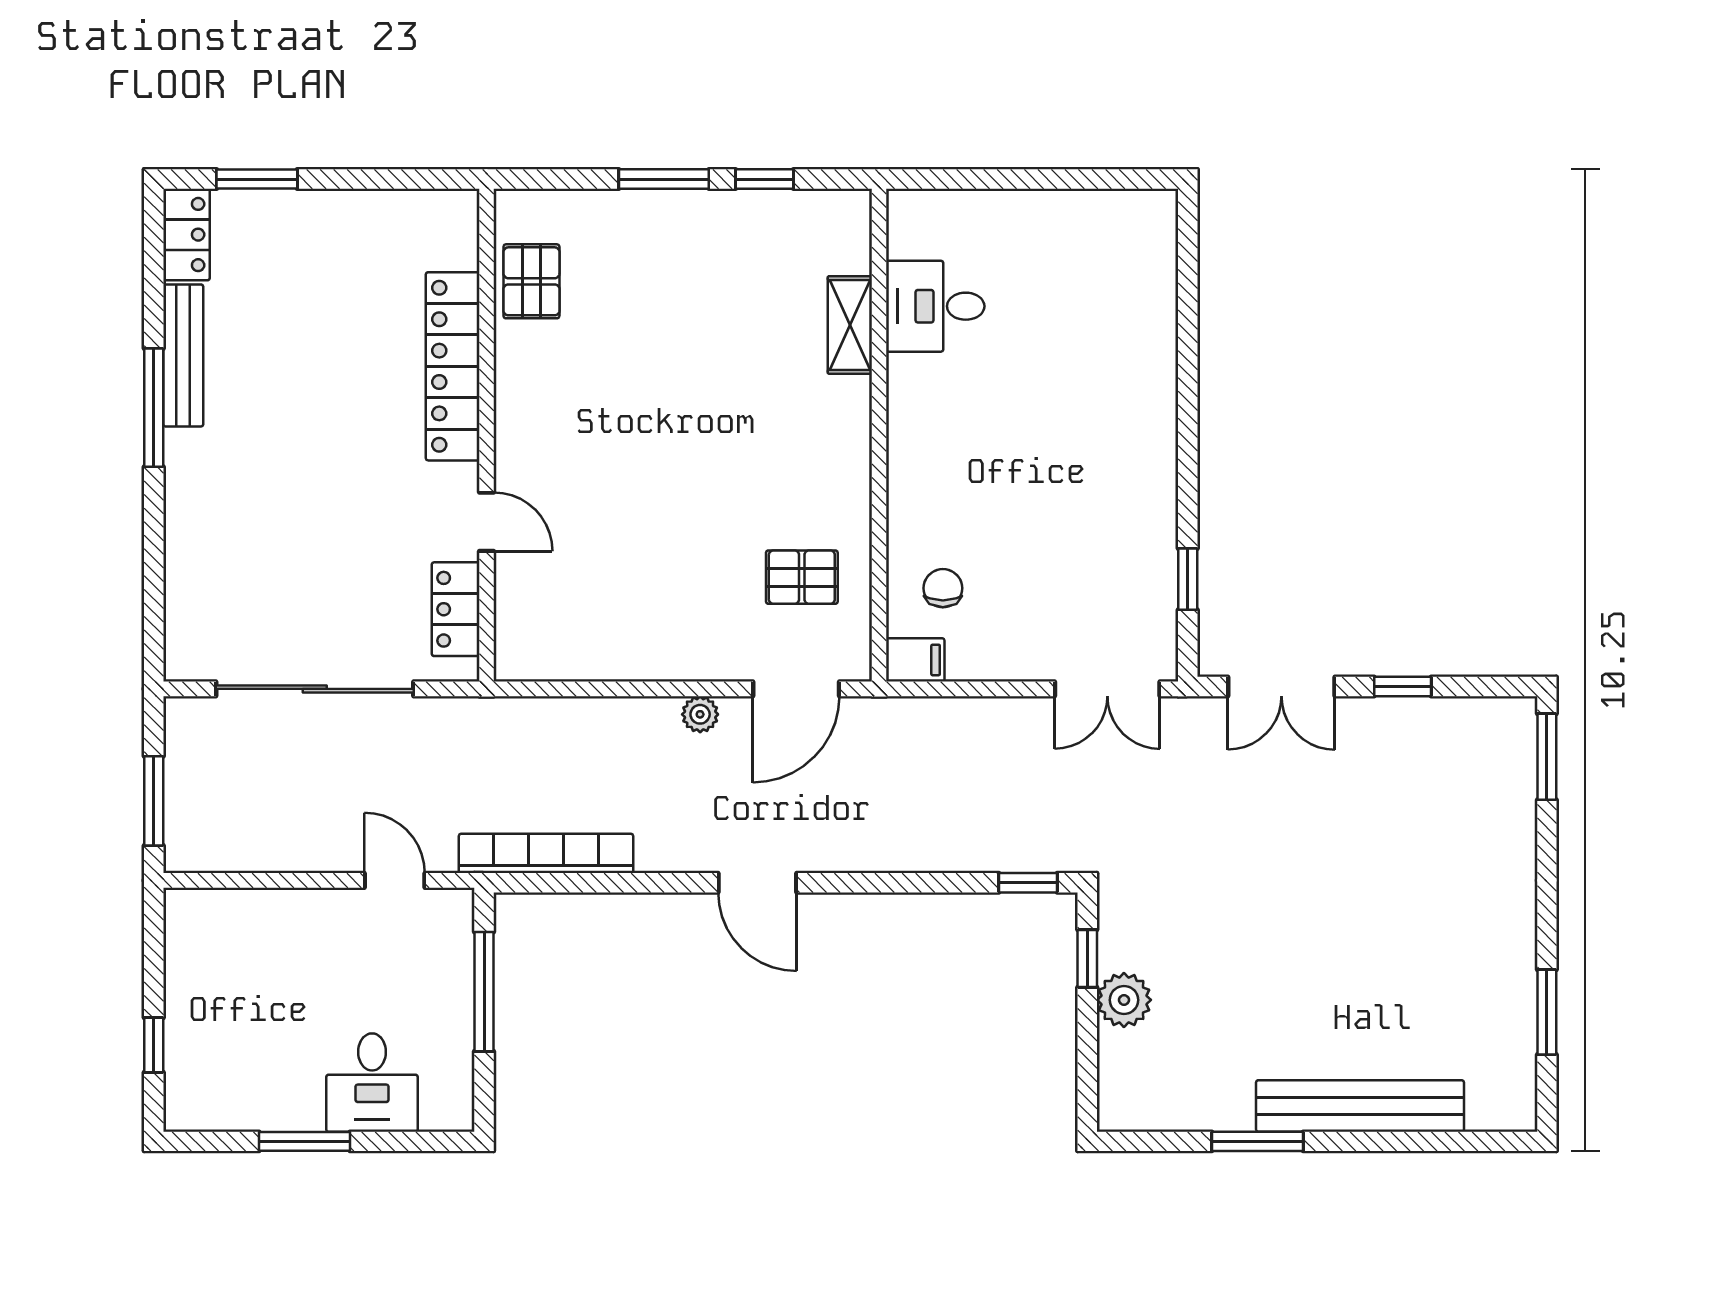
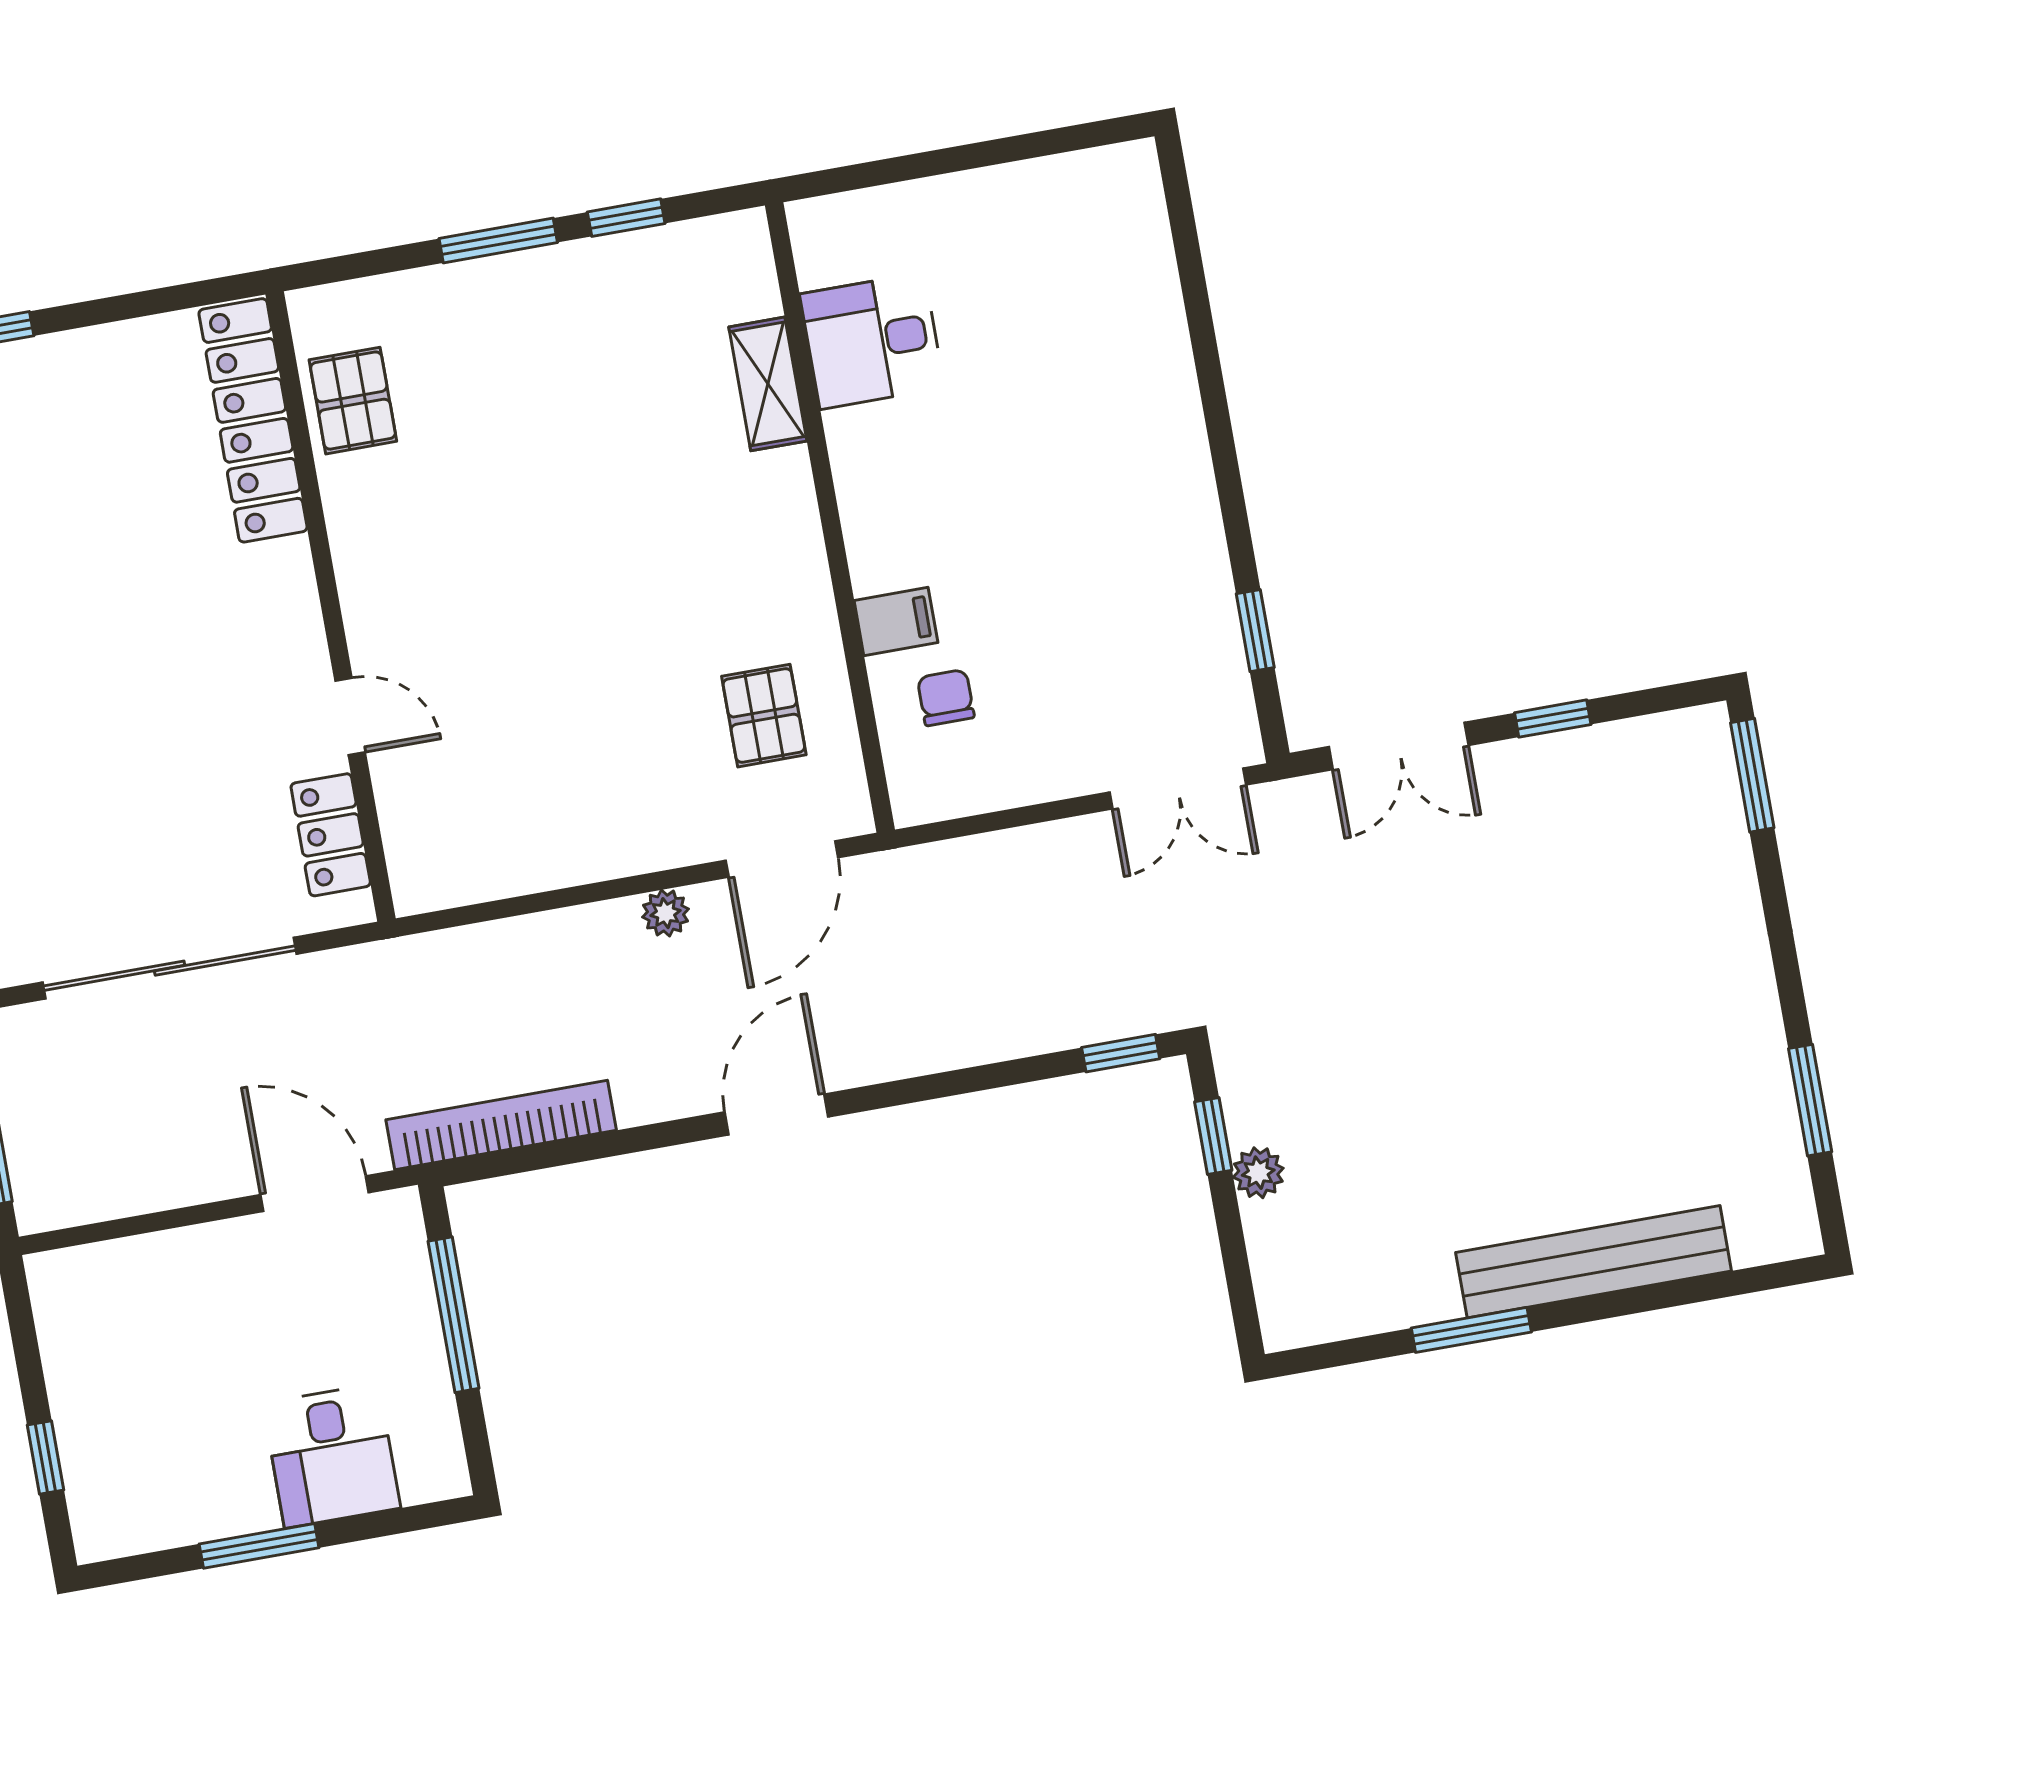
locker: (453, 366) -> (253, 420), moved
pallet: (802, 577) -> (764, 716), turned 90
filing cabinet: (915, 660) -> (896, 622), moved
door: (395, 880) -> (315, 1194), width x1.38
door: (757, 883) -> (776, 1114), swing flipped
plant: (1124, 1000) -> (1258, 1173), width x0.73, depth x0.73

